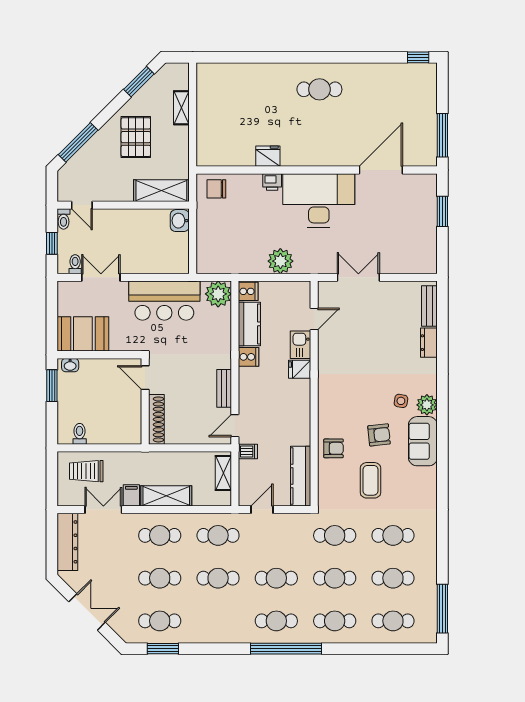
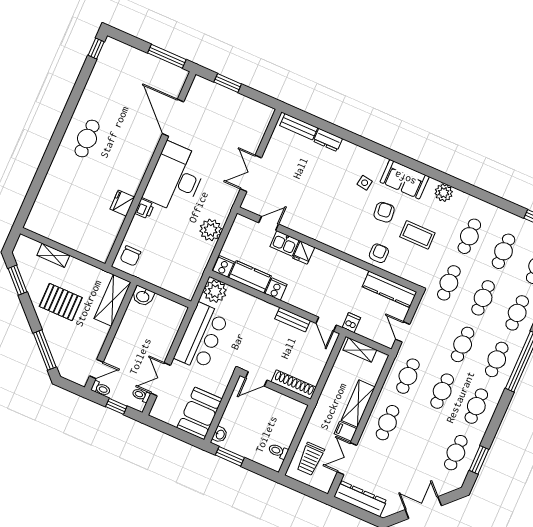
door: (314, 319) -> (269, 223), hinge flipped
plant: (427, 405) -> (444, 193), moved
cafe table: (160, 578) -> (476, 406), moved

